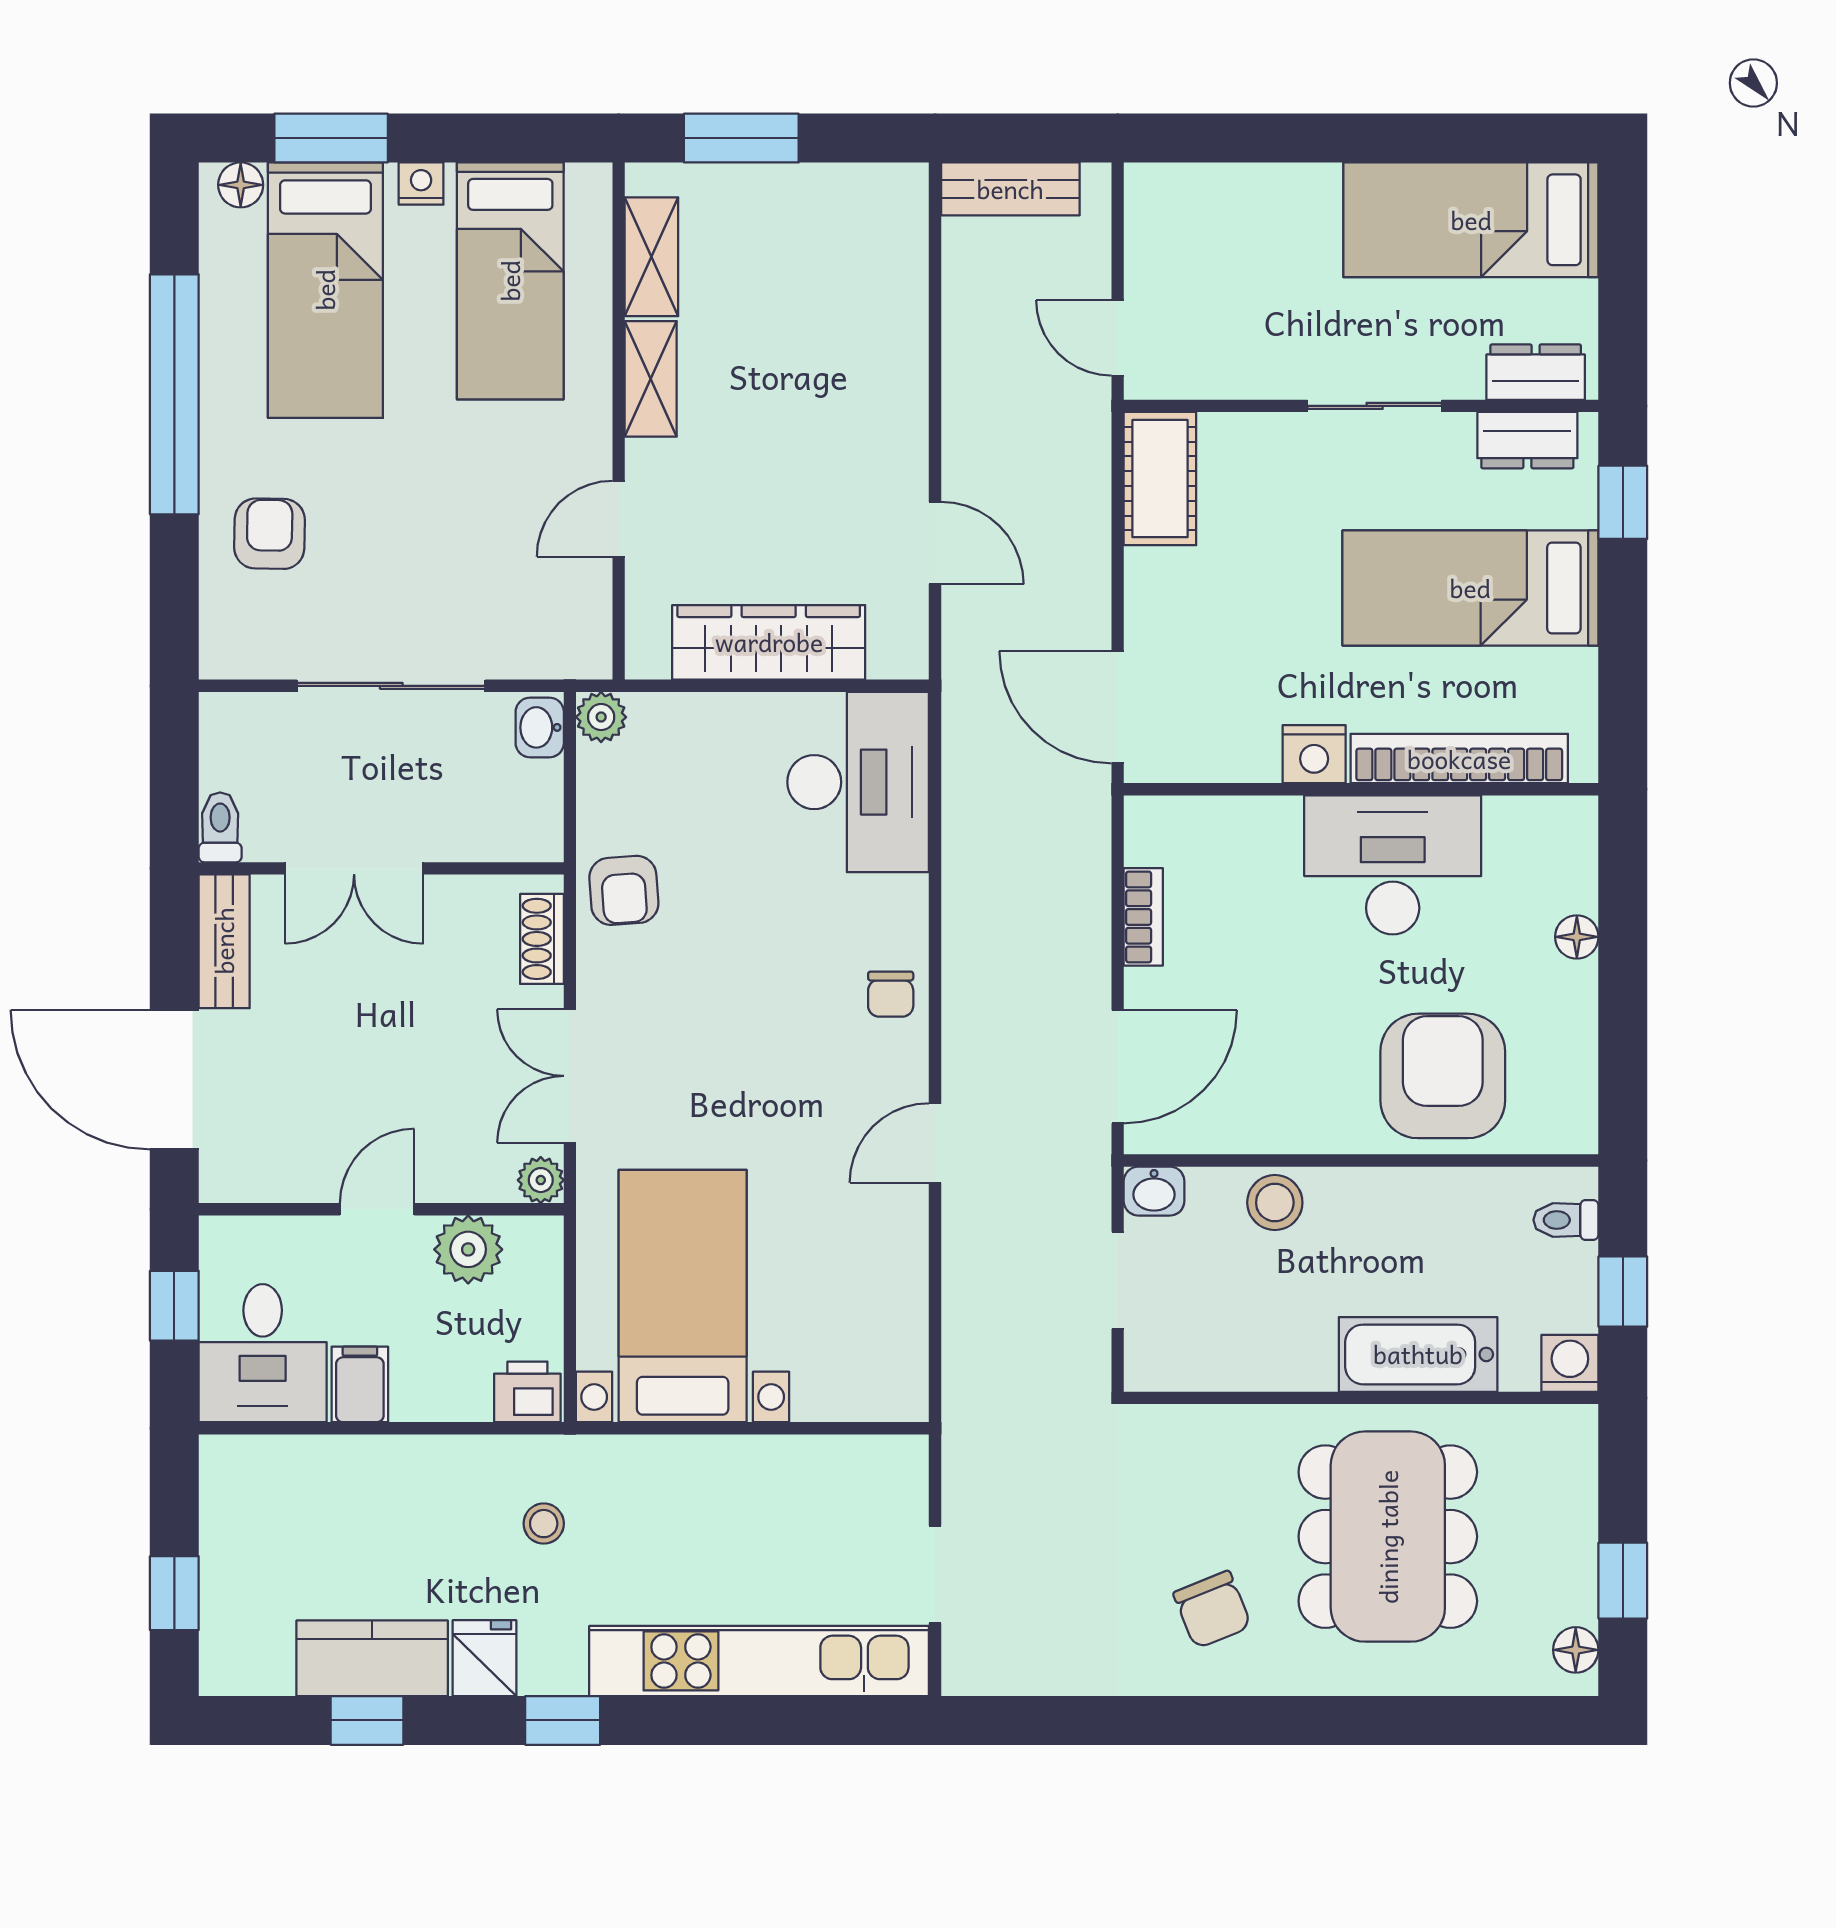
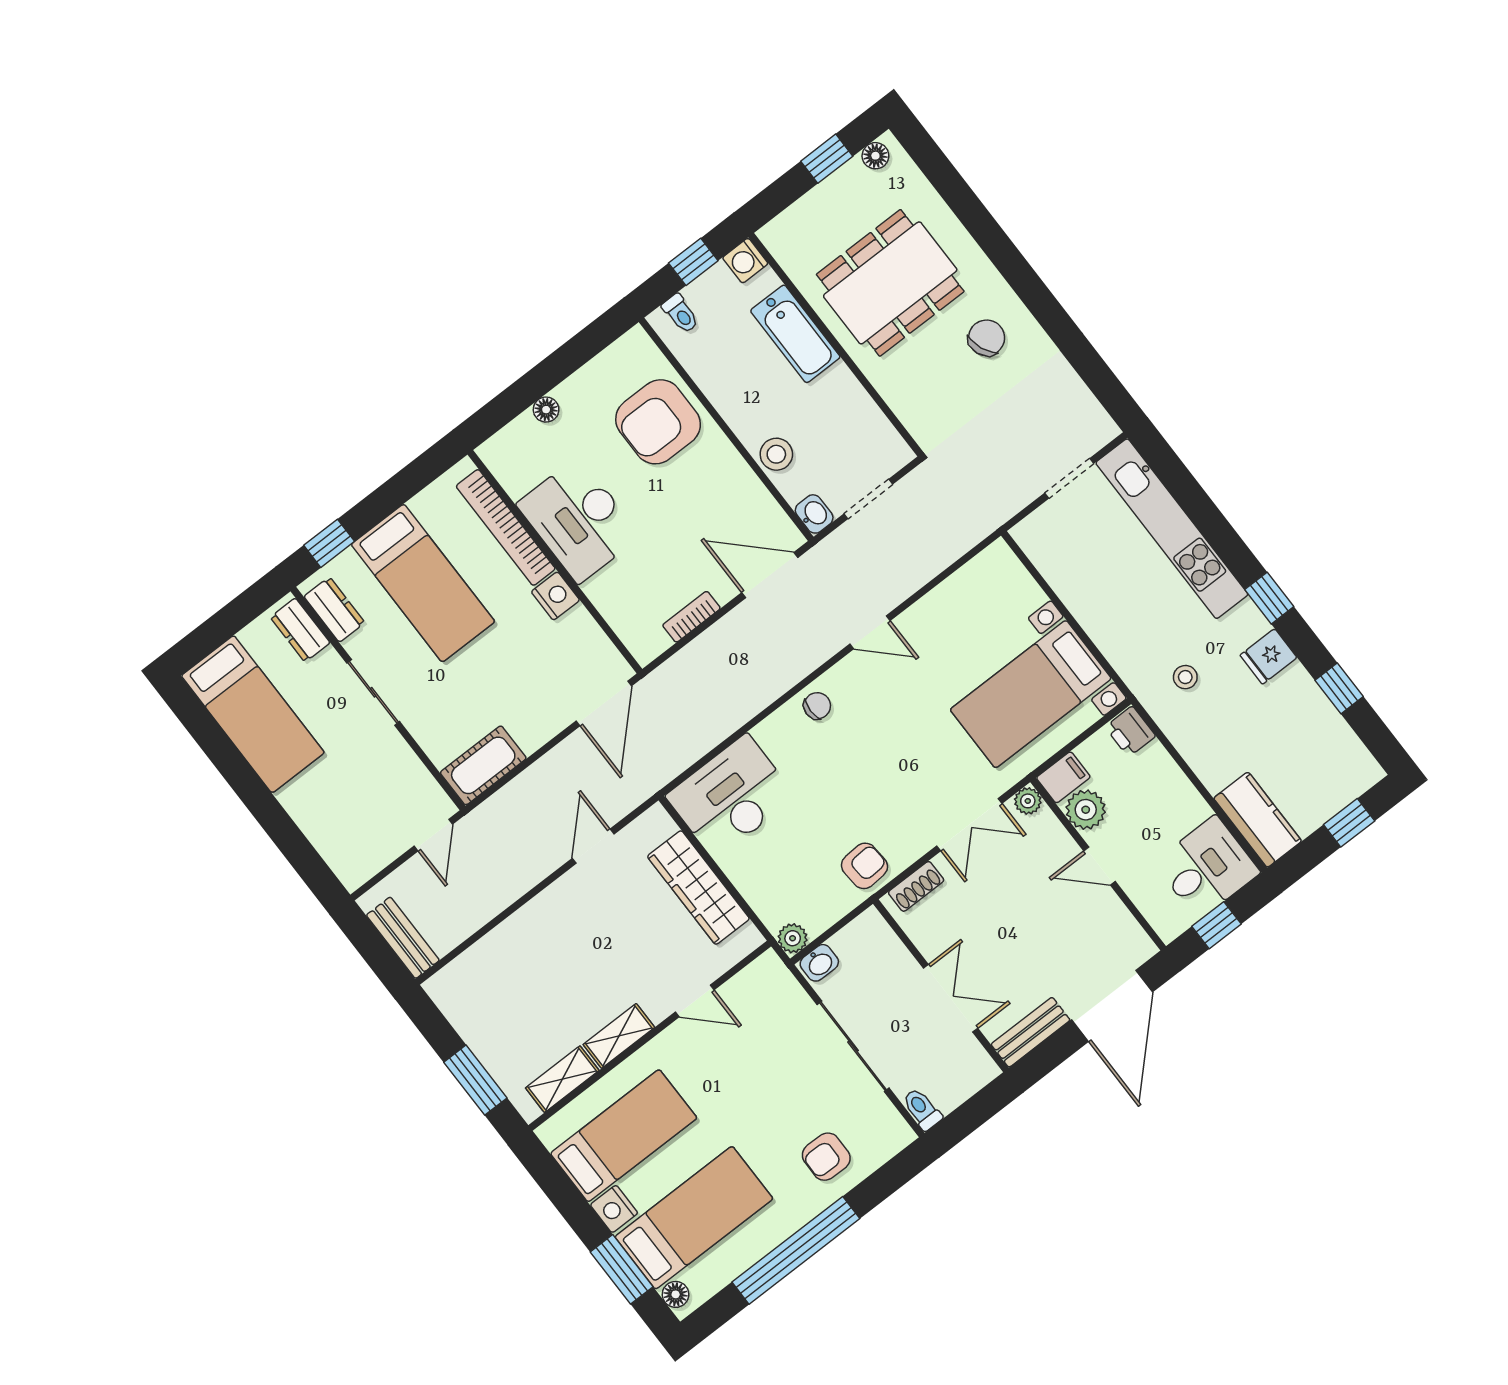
nightstand: (421, 184) -> (614, 1209), width x1.39, depth x1.35
toilet: (220, 827) -> (922, 1109), moved, turned 90
filing cabinet: (360, 1384) -> (1063, 777), moved, turned 180
kitchen counter: (372, 1658) -> (1258, 820), moved, turned 180

